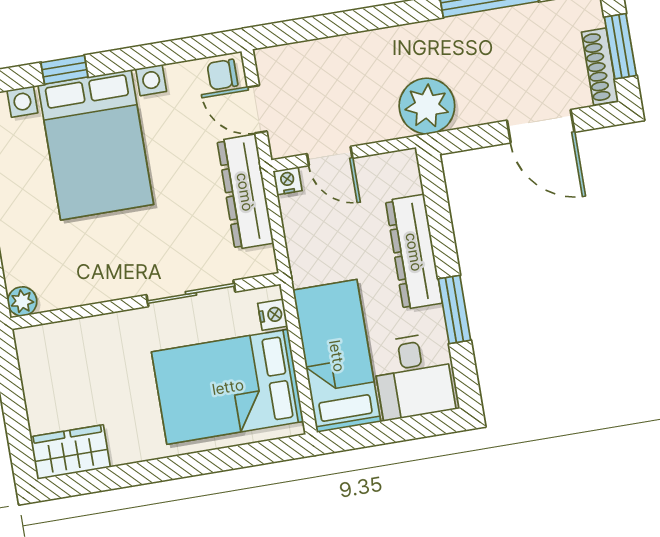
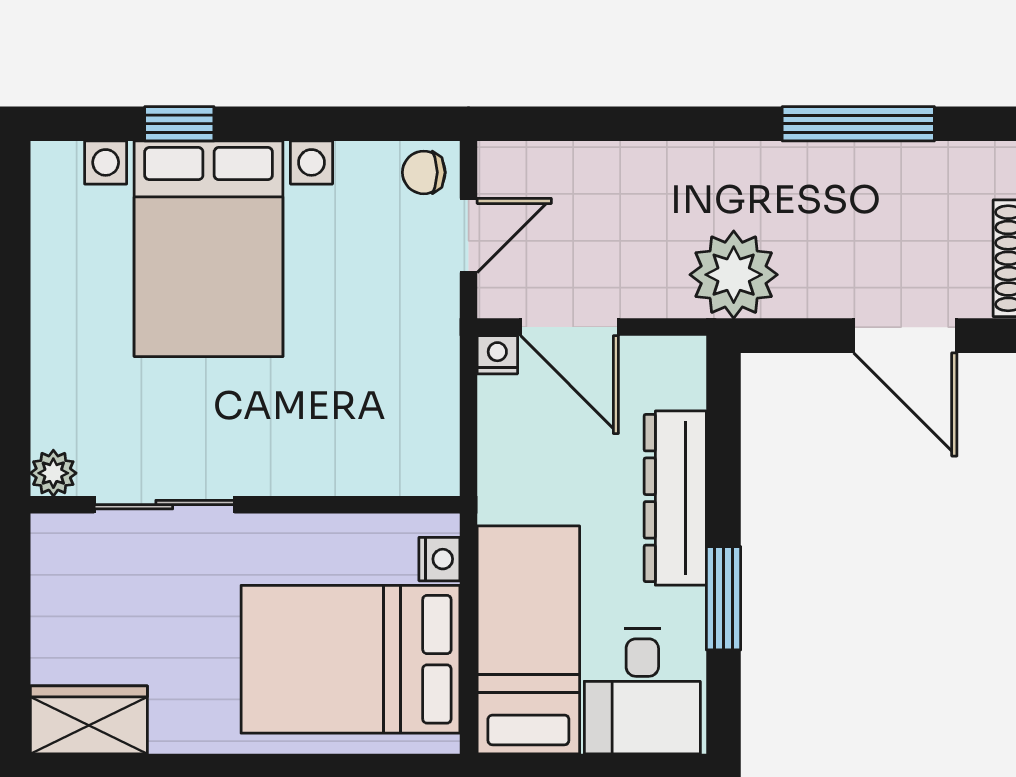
door: (257, 109) -> (469, 235), swing flipped
door: (330, 156) -> (570, 327), width x1.38
dresser: (245, 192) -> (429, 361), removed
sliding door: (191, 293) -> (164, 505), moved

